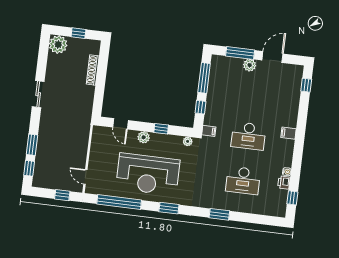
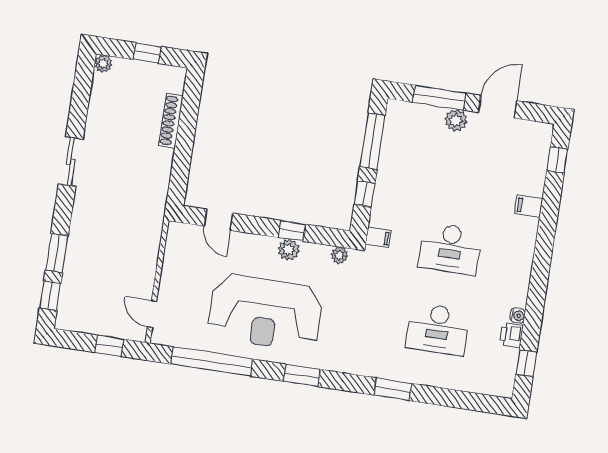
plant: (58, 45) -> (103, 64), width x0.53, depth x0.53
filing cabinet: (288, 133) -> (529, 206), moved
plant: (144, 137) -> (288, 250), moved

